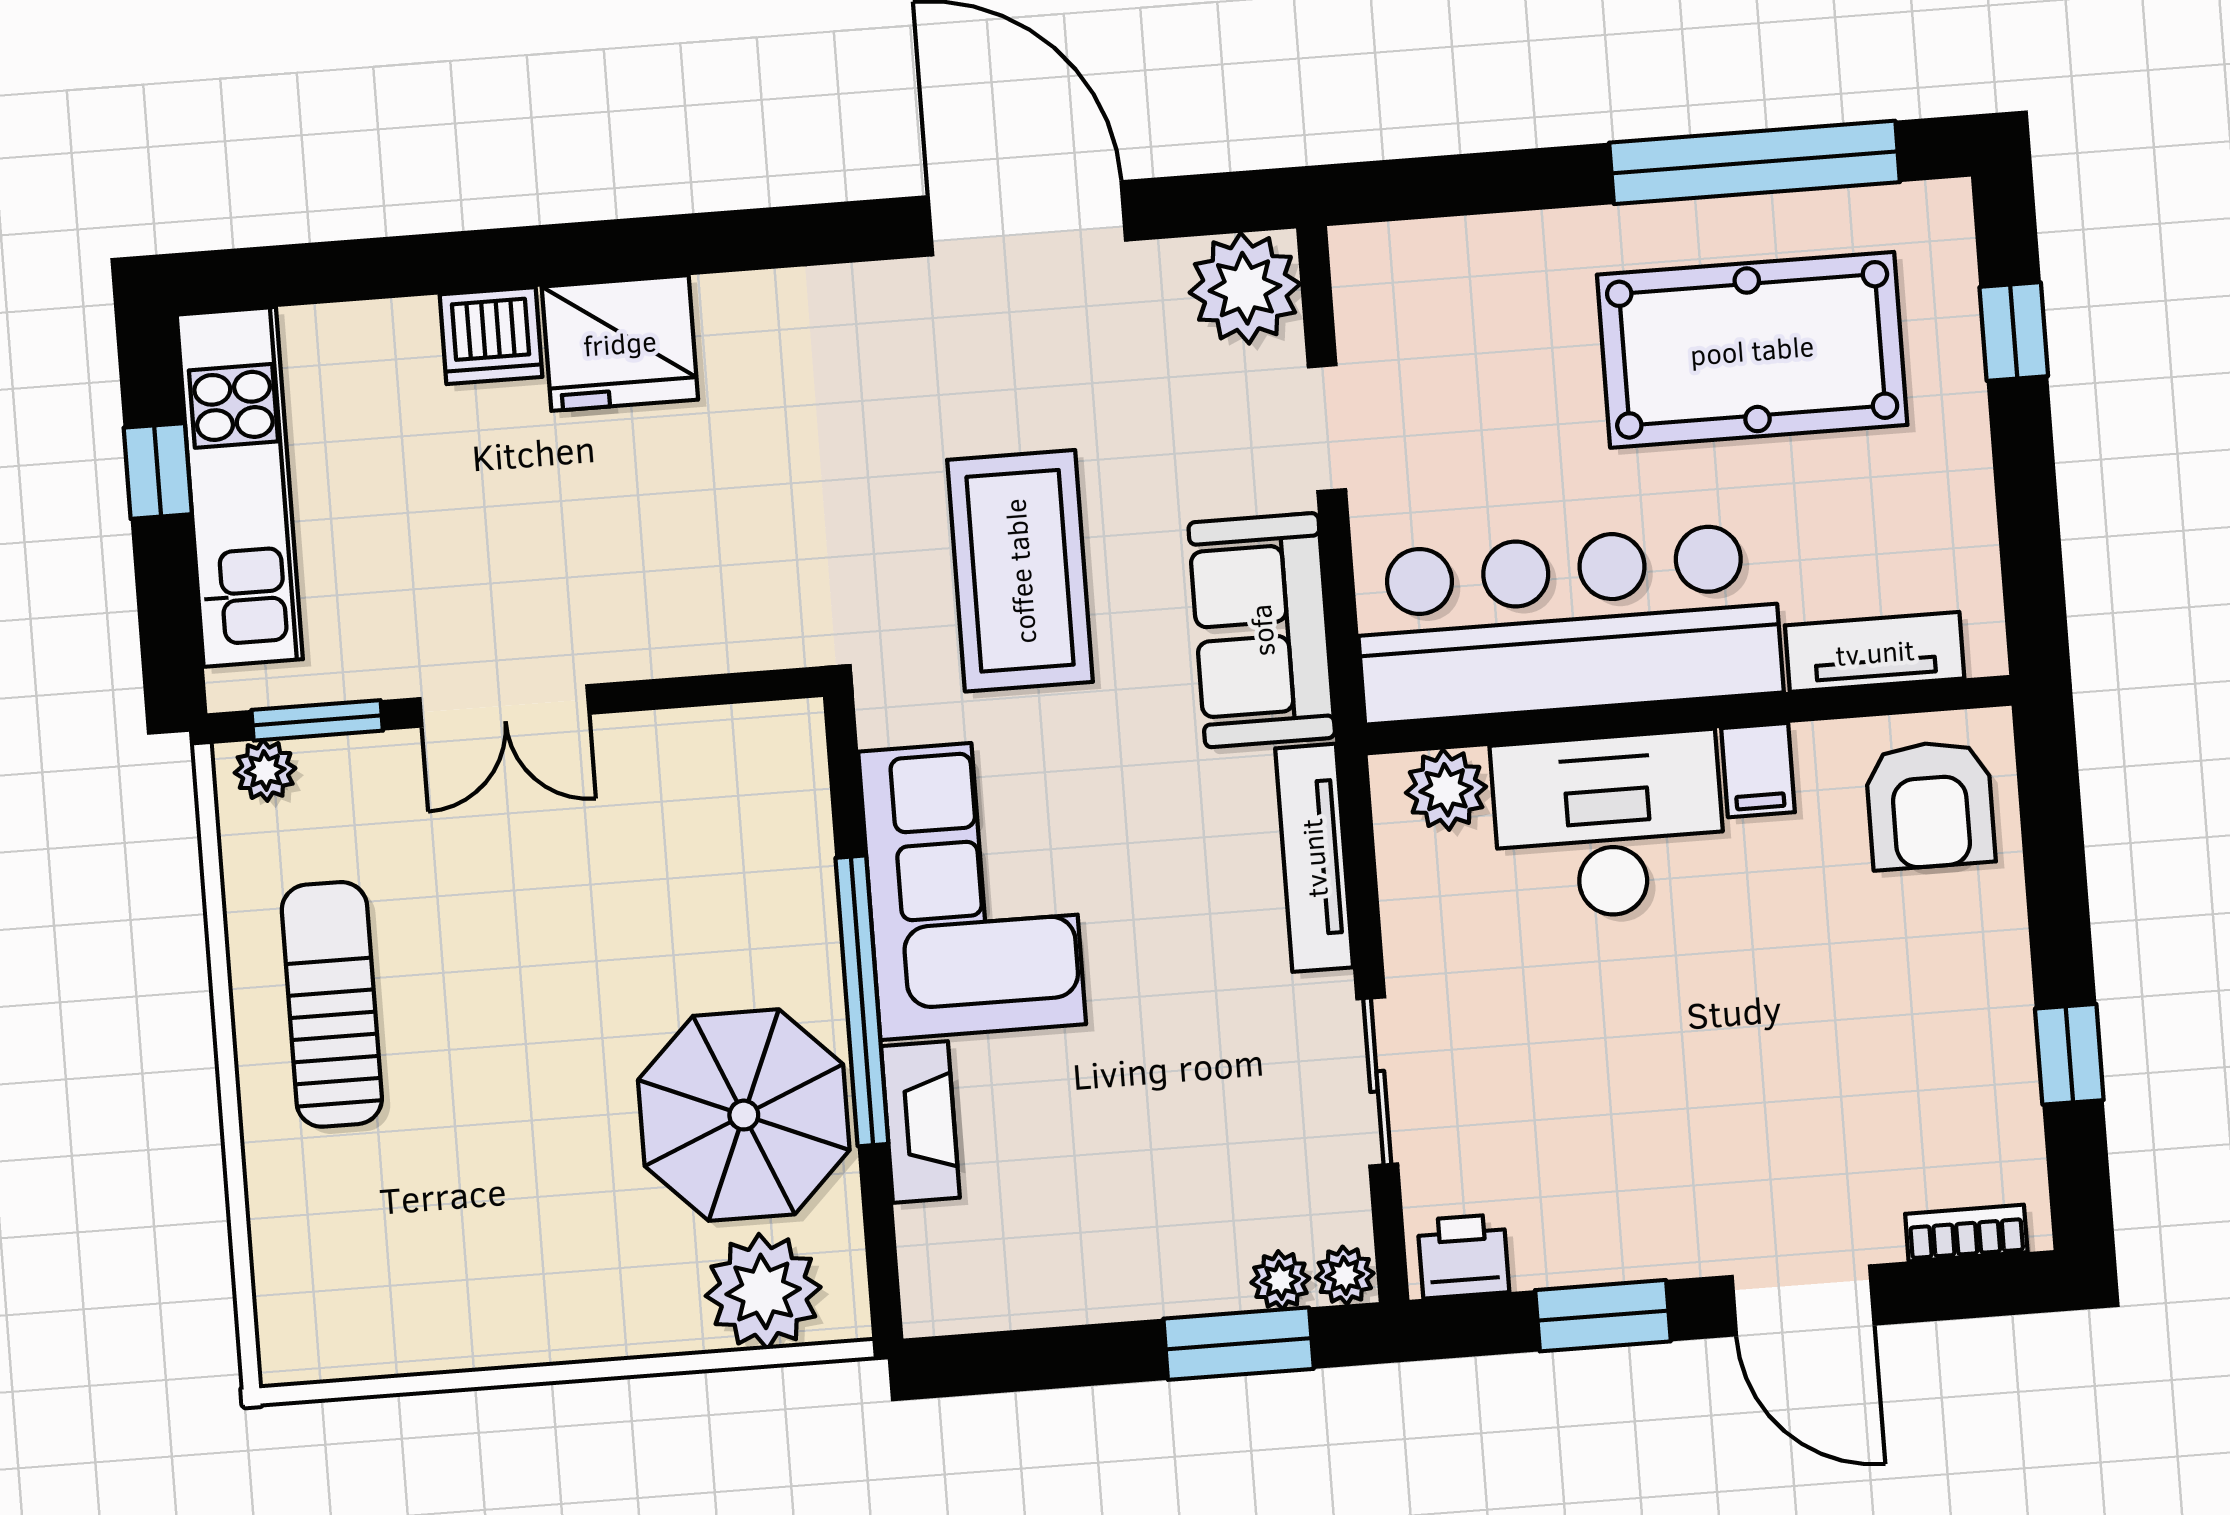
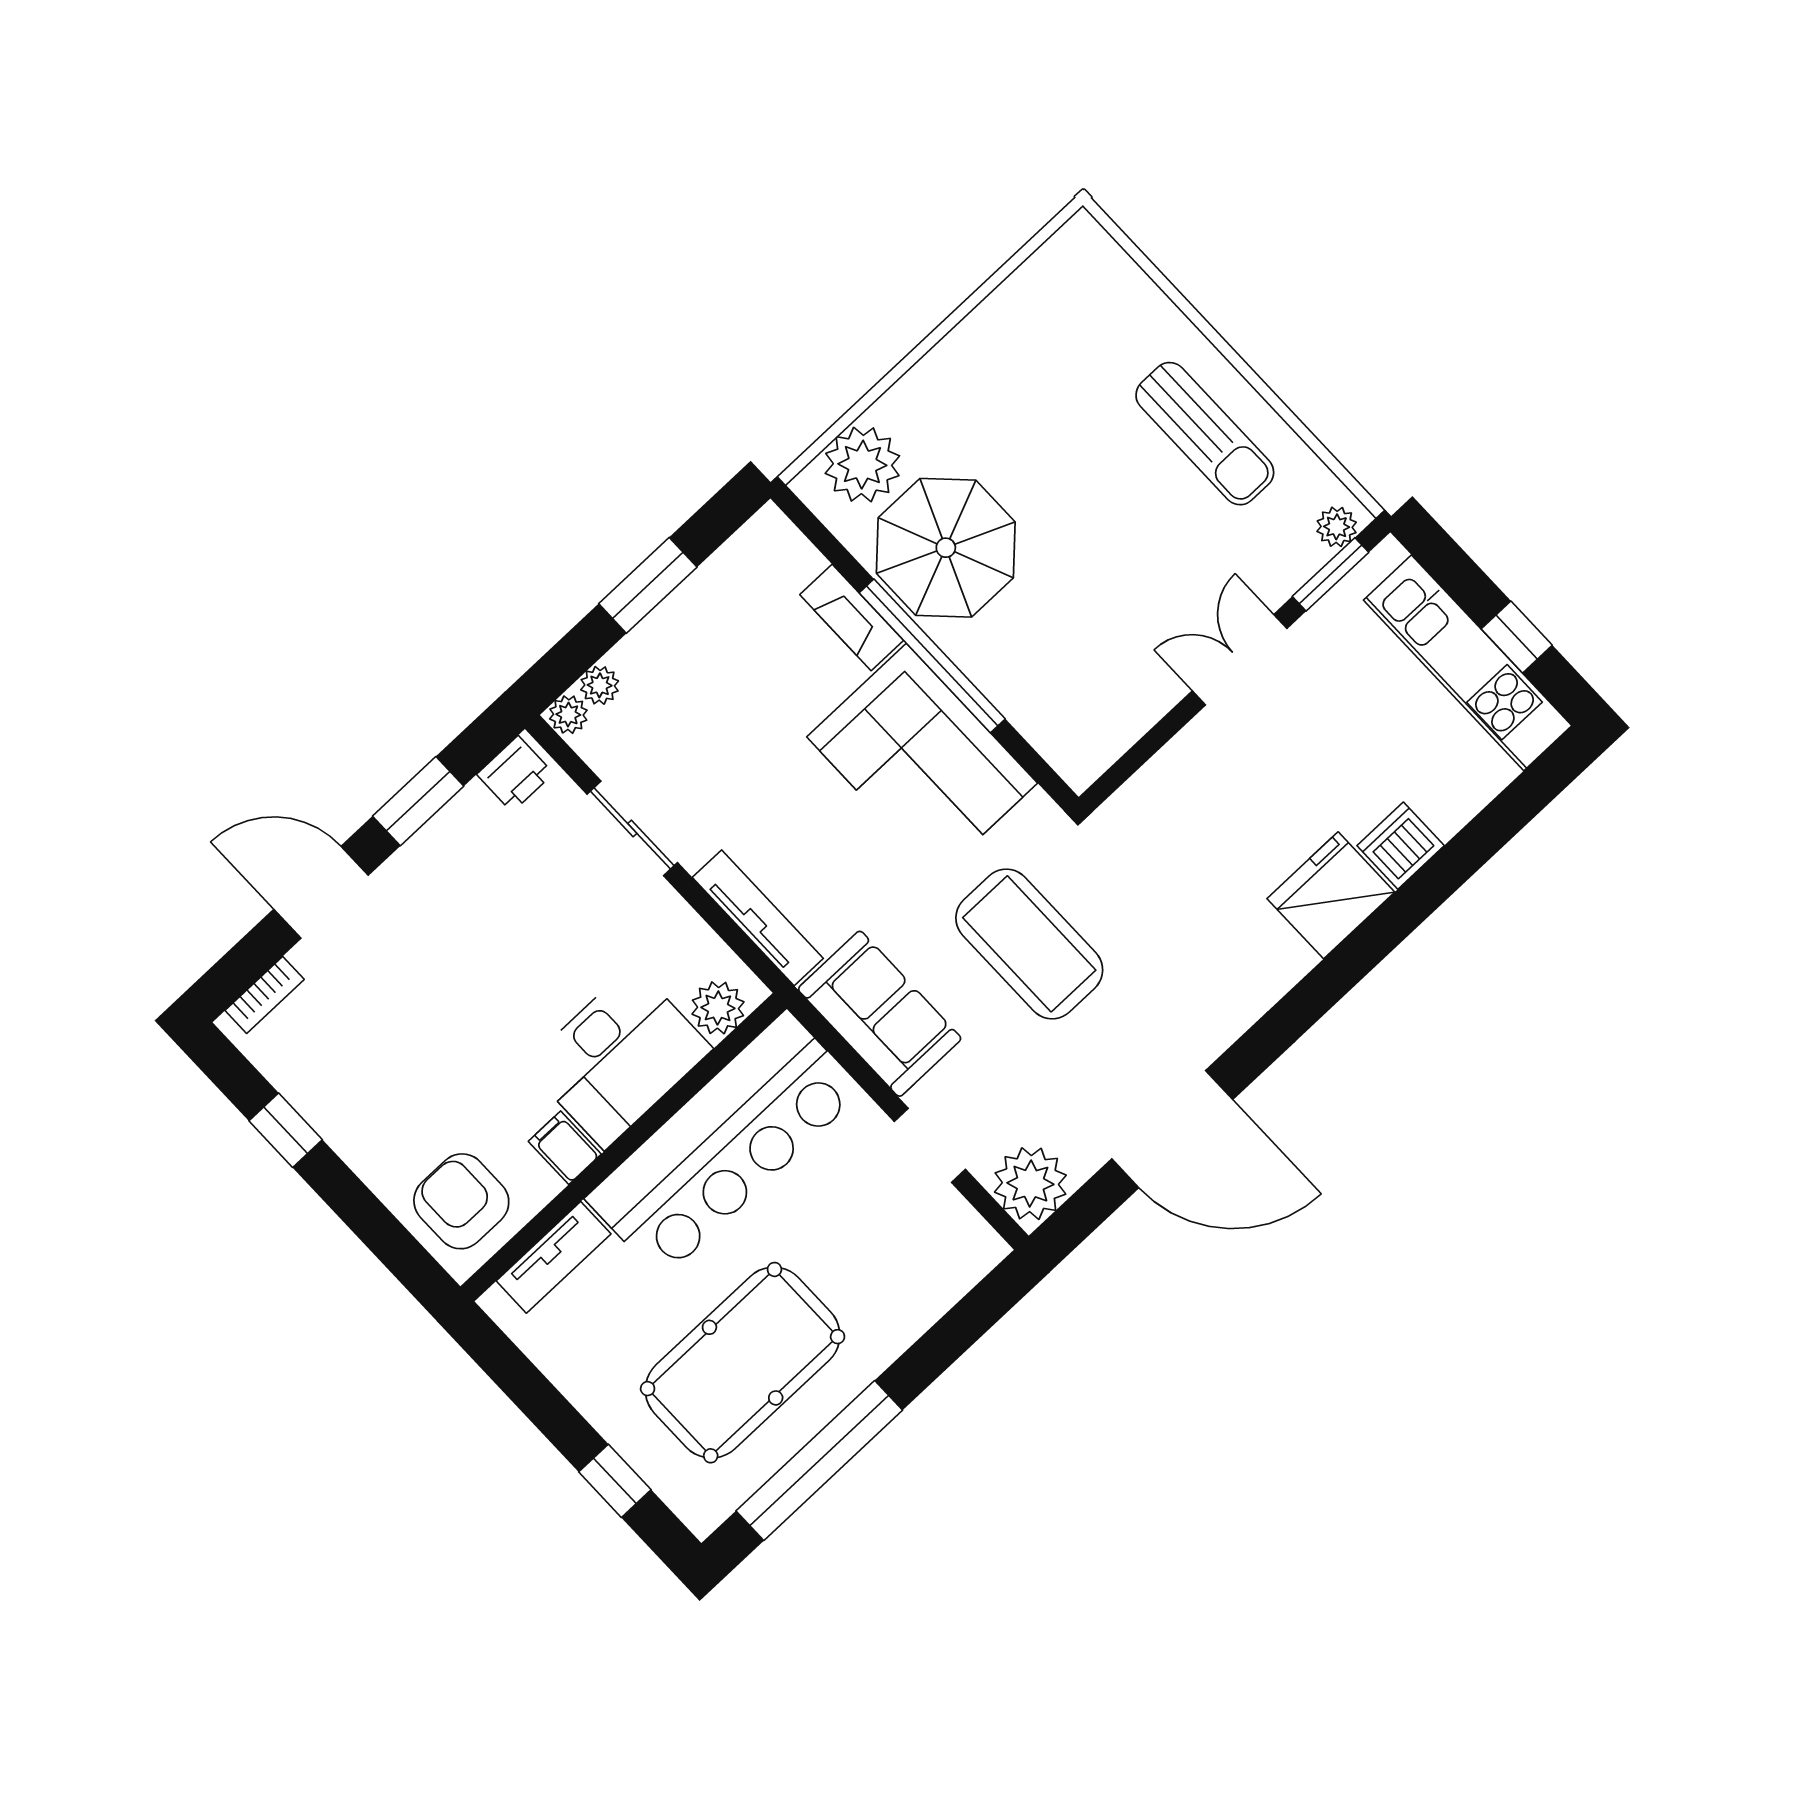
window: (1239, 1344) -> (648, 585), moved

